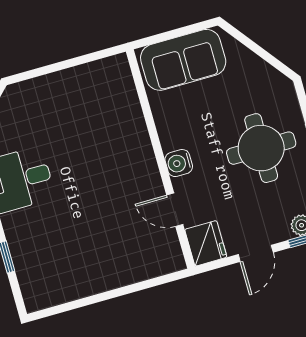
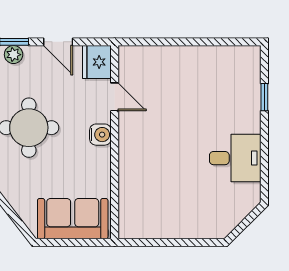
door: (256, 253) -> (58, 42), swing flipped

